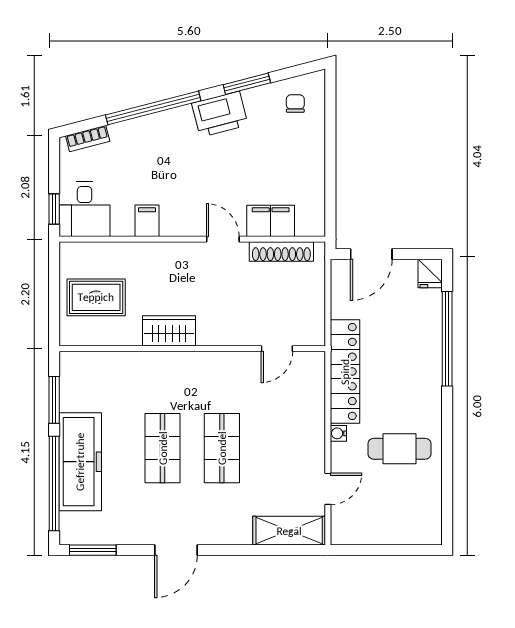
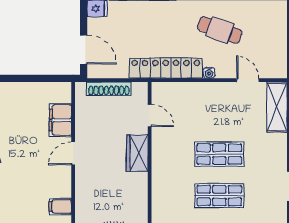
shoe rack: (281, 252) -> (109, 89), moved, turned 90
wardrobe: (169, 331) -> (137, 153), moved
cafe table: (399, 449) -> (220, 30), turned -70

